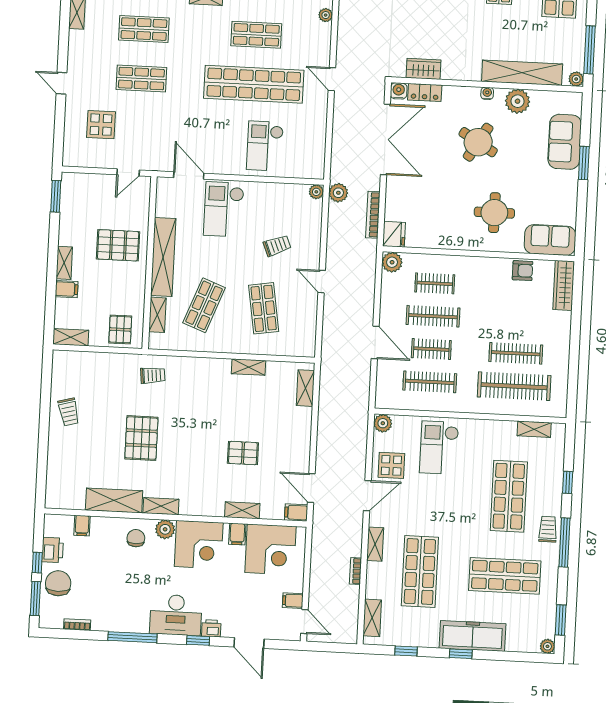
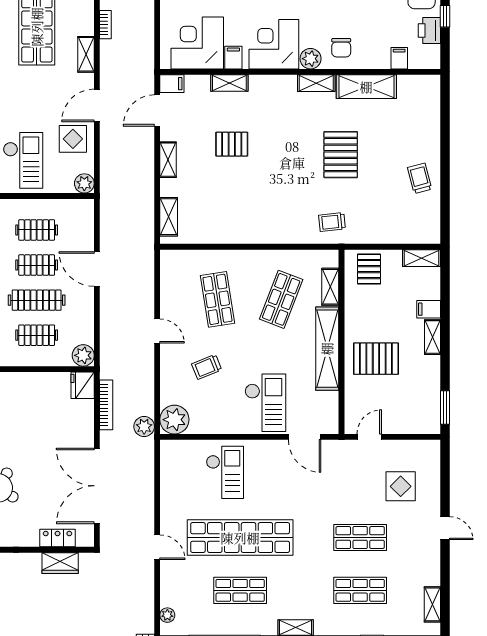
water cooler: (399, 91) -> (85, 538), removed
plant: (316, 192) -> (174, 420), width x1.87, depth x1.87
shelving: (248, 367) -> (168, 160), moved, turned 90
clothes rail: (430, 382) -> (37, 230), width x0.73
door: (311, 488) -> (157, 110), swing flipped

